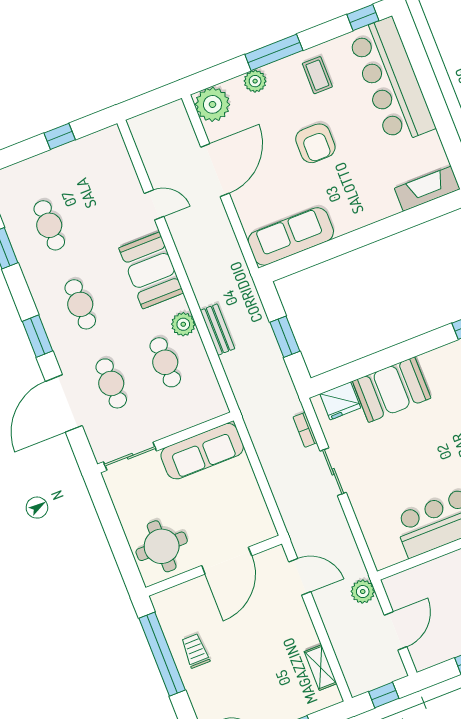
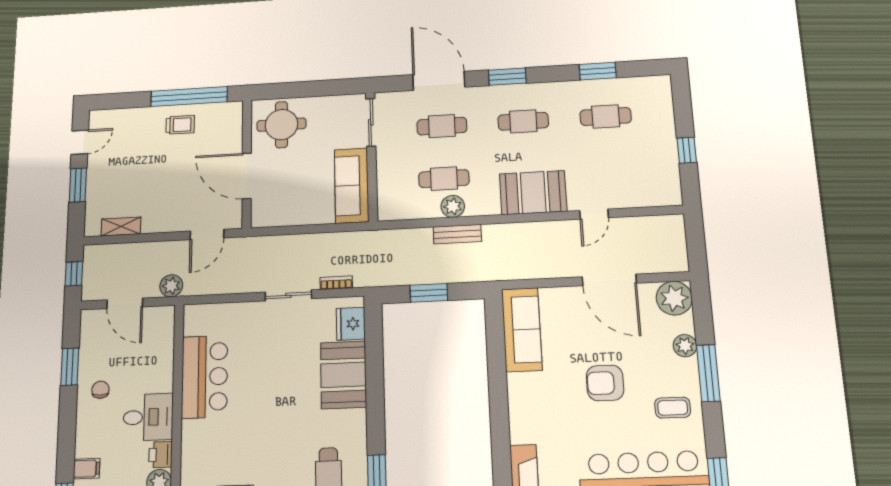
plant: (183, 324) -> (453, 206), moved

